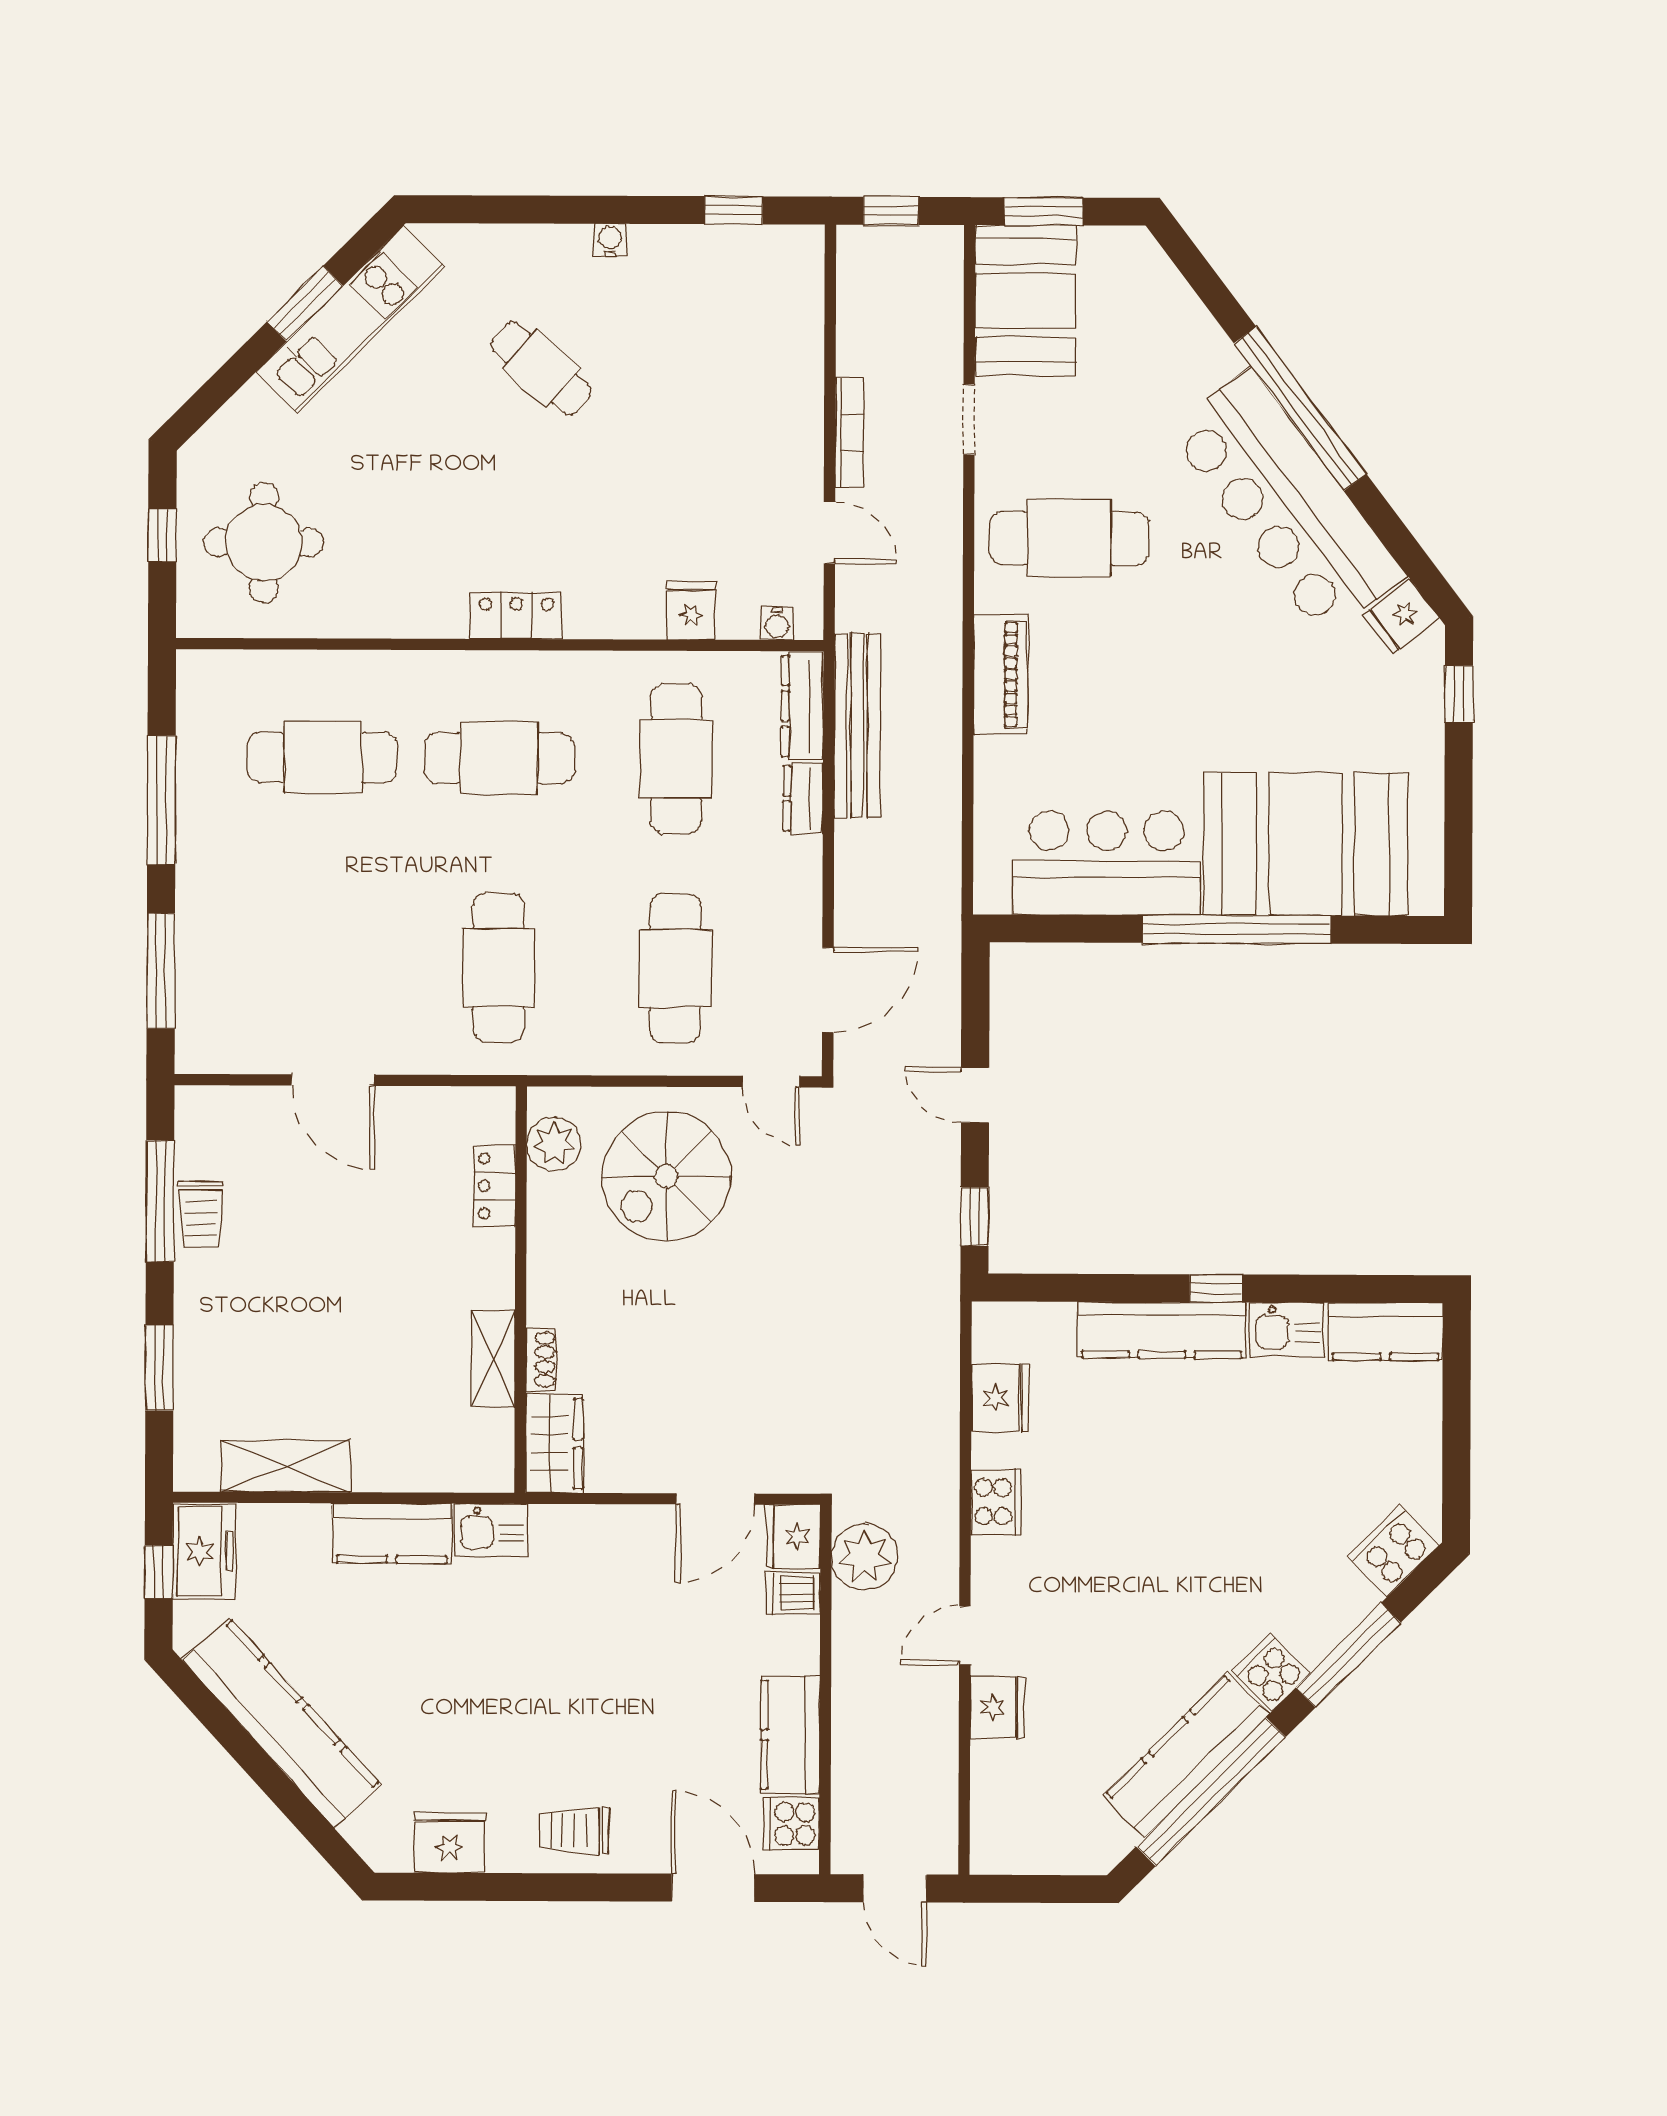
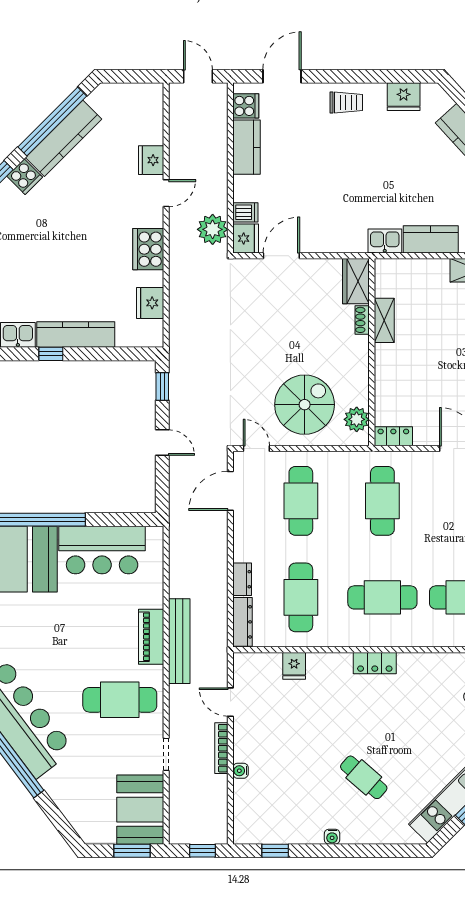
water cooler: (777, 624) -> (241, 771), moved, turned -90
bench: (857, 725) -> (179, 641), moved
locker: (495, 1186) -> (393, 436), moved, turned -90
cooker: (996, 1502) -> (148, 249), width x1.37, depth x1.31
door: (713, 1888) -> (282, 76), swing flipped

